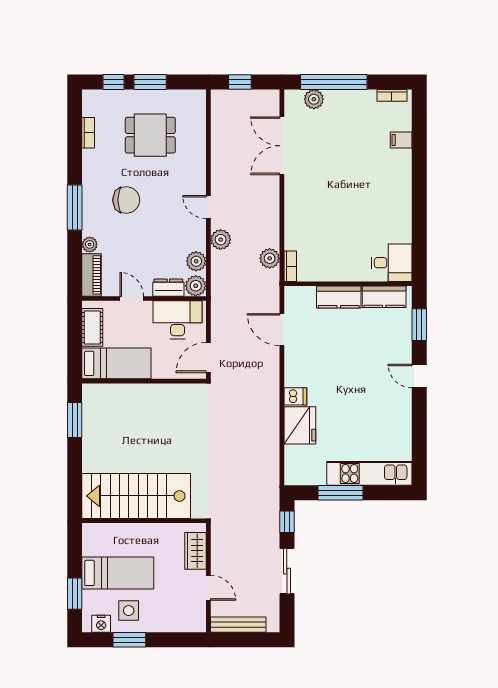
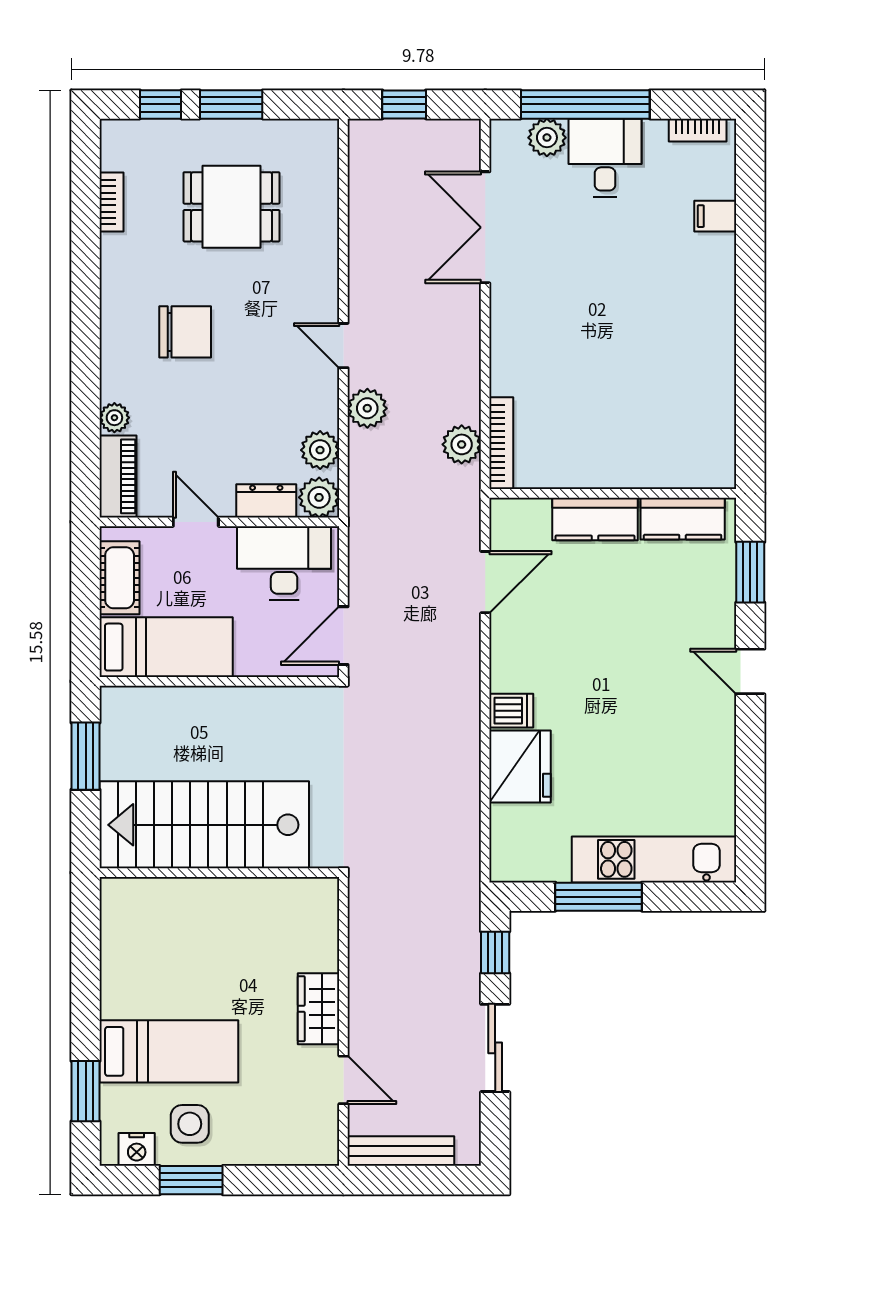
window: (75, 207) -> (86, 346), removed
desk: (392, 263) -> (605, 158), moved, turned -90
bookcase: (290, 266) -> (501, 443), width x1.56
door: (282, 330) -> (485, 582), swing flipped
stairs: (136, 496) -> (204, 825), moved
wall: (144, 521) -> (219, 873), moved

